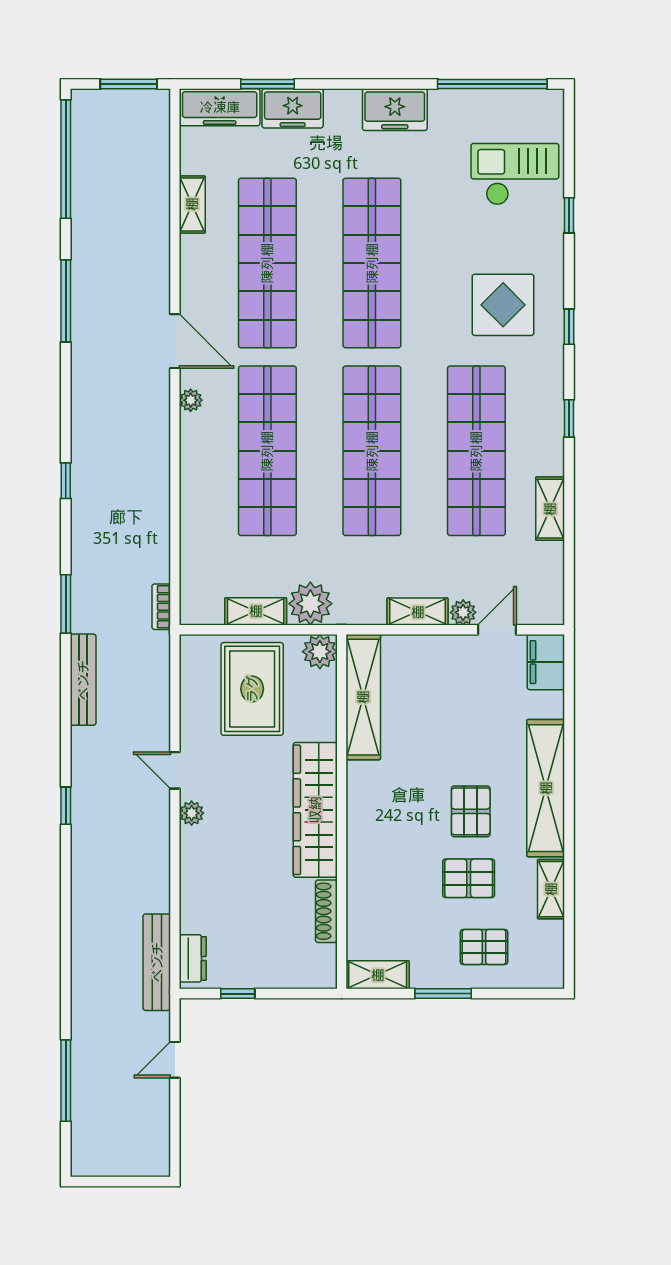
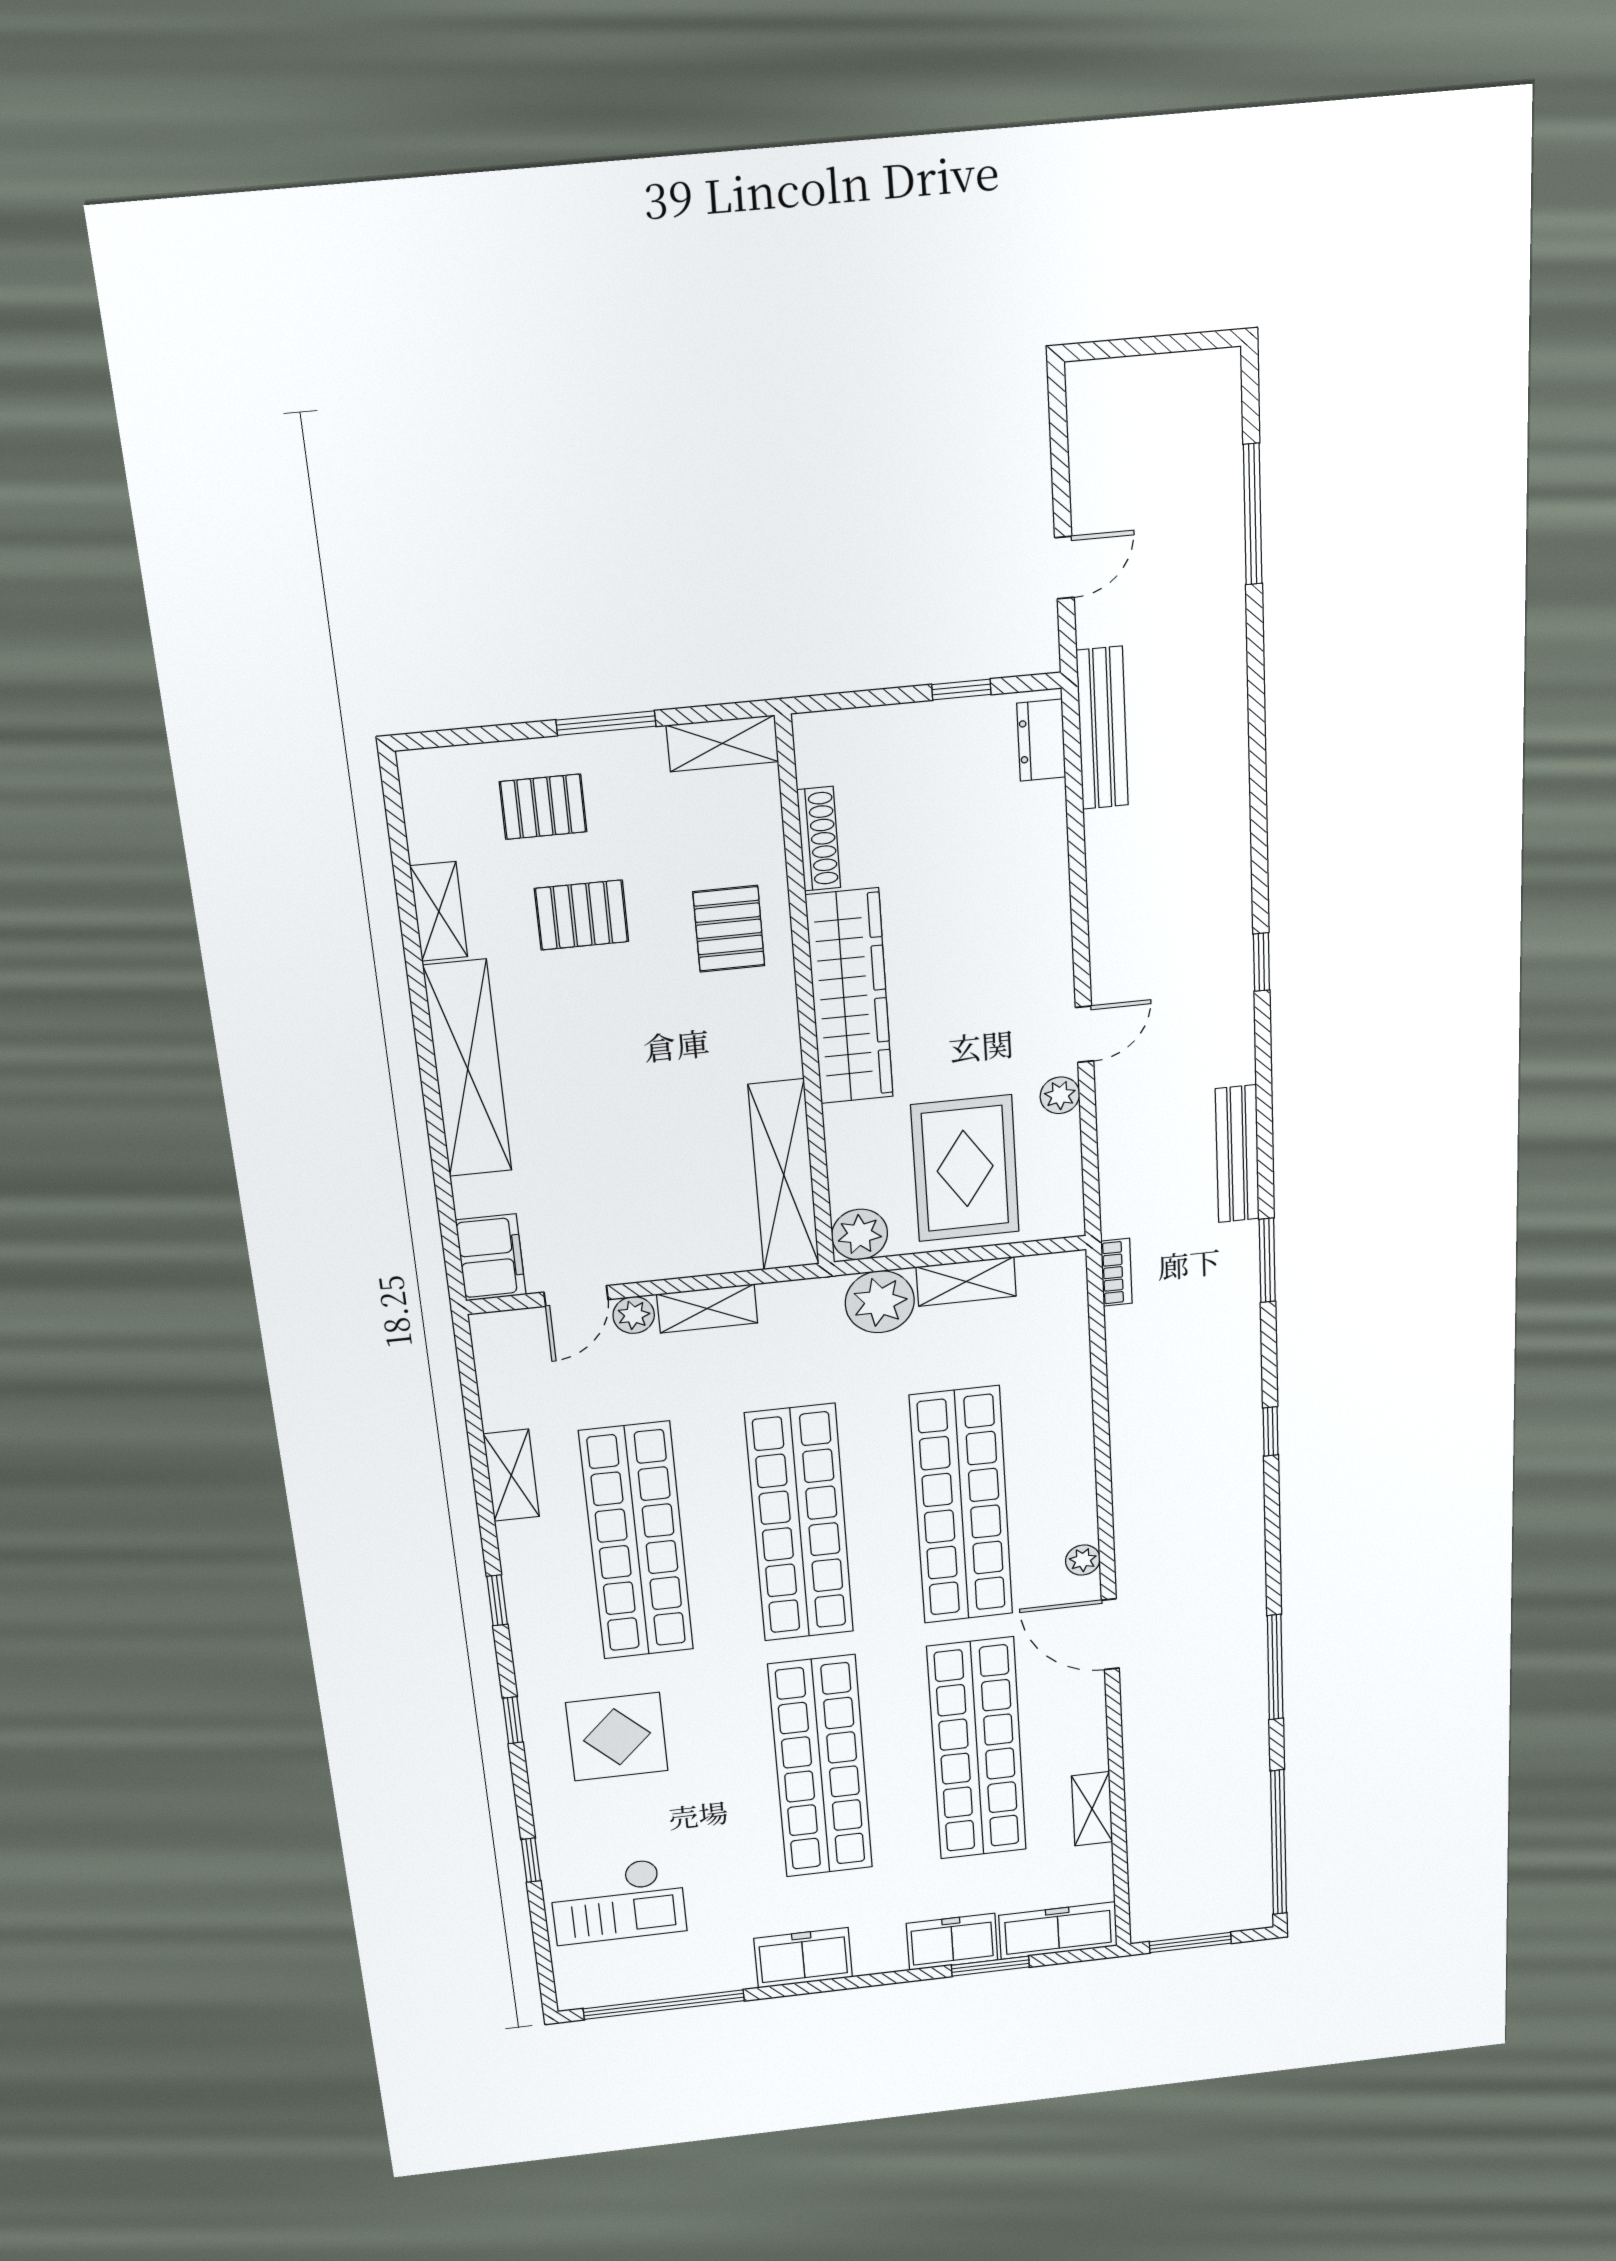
door: (175, 770) -> (1085, 1034), hinge flipped
pallet: (471, 811) -> (729, 929), moved
plant: (192, 813) -> (1060, 1095), moved

